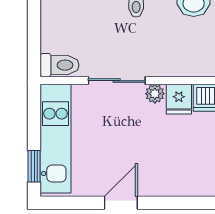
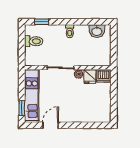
toilet: (60, 65) -> (34, 41), moved
door: (121, 203) -> (51, 125), moved

